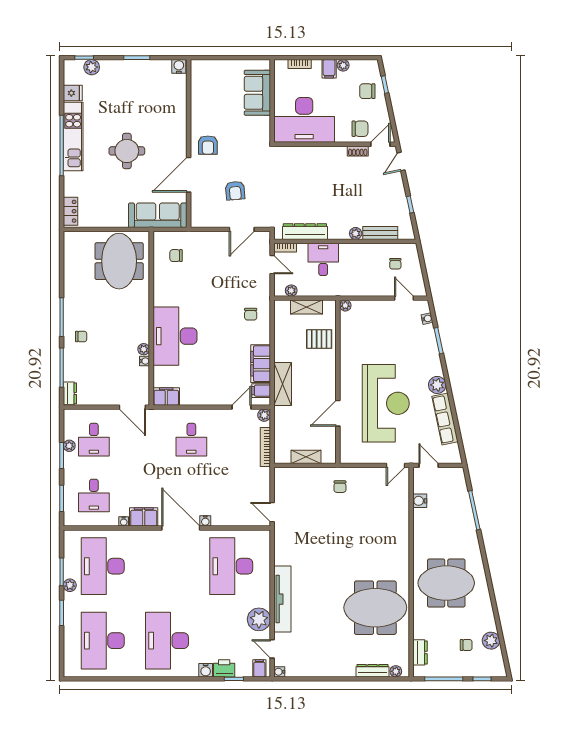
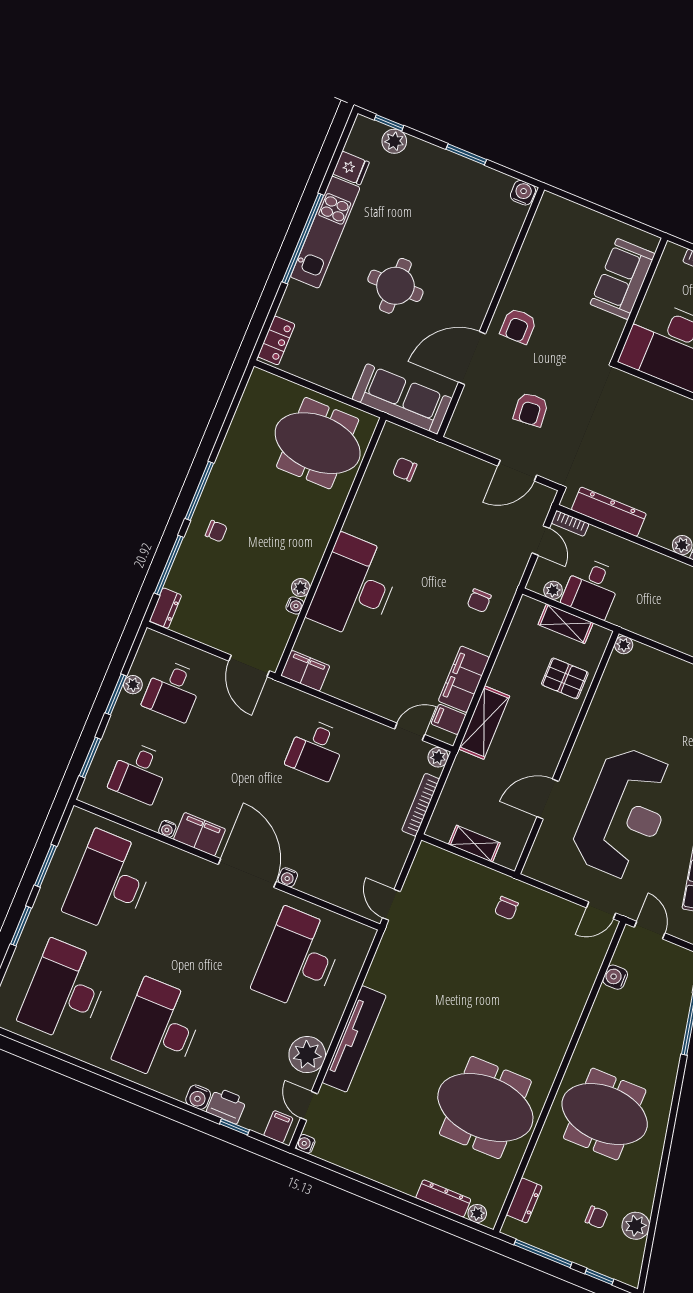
desk: (323, 259) -> (592, 588), moved, turned 180
meeting table: (119, 261) -> (318, 443), turned 90
plant: (70, 585) -> (50, 890), removed

